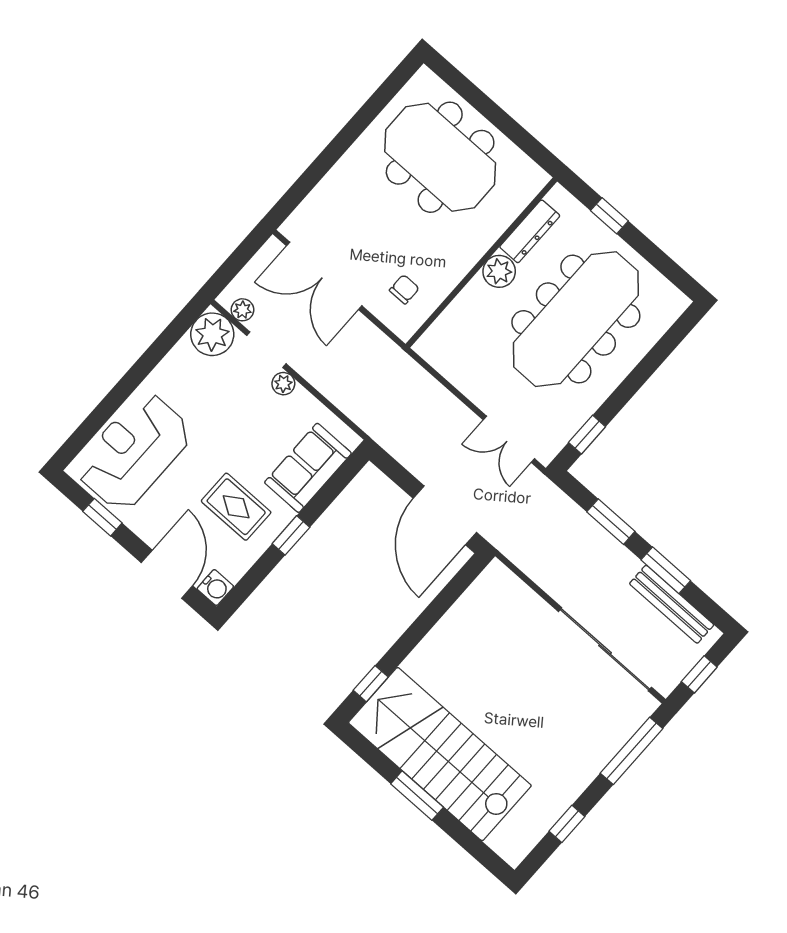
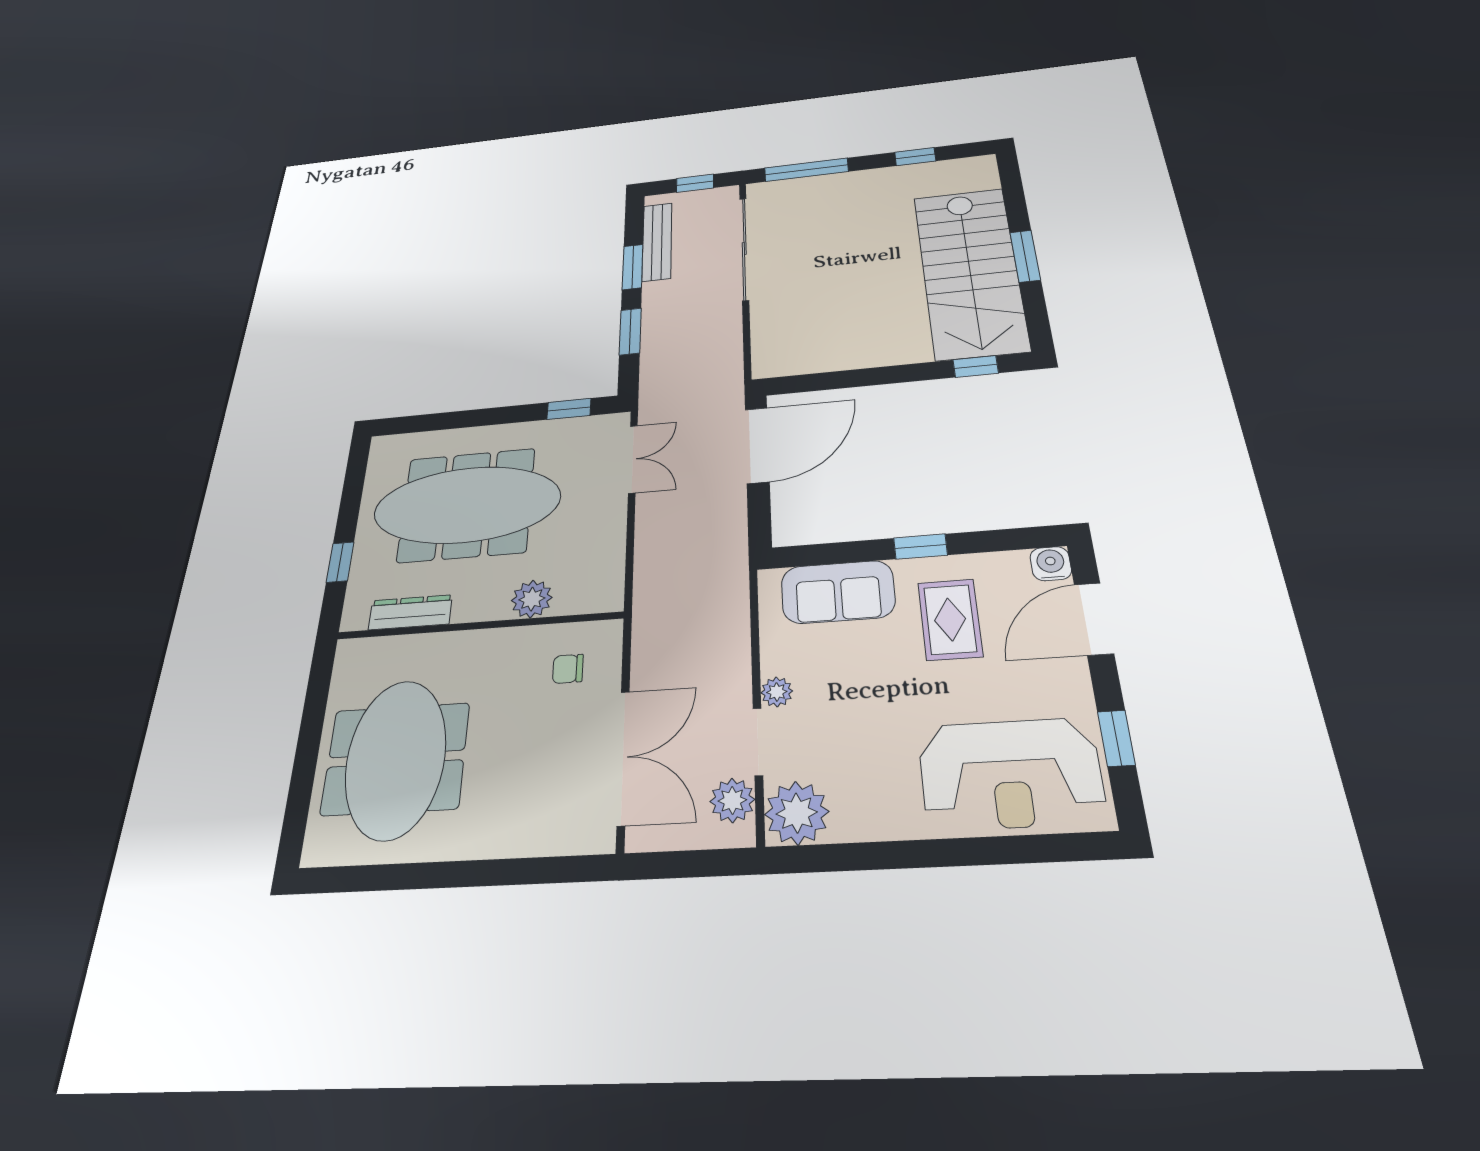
plant: (499, 271) -> (532, 599), moved
plant: (242, 310) -> (732, 800), width x1.38, depth x1.38

